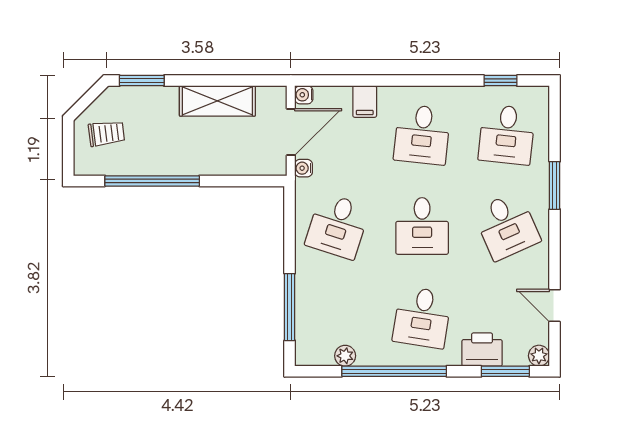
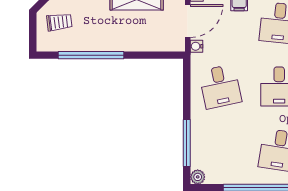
desk: (338, 226) -> (220, 87), turned -30
plant: (345, 356) -> (198, 177), moved

